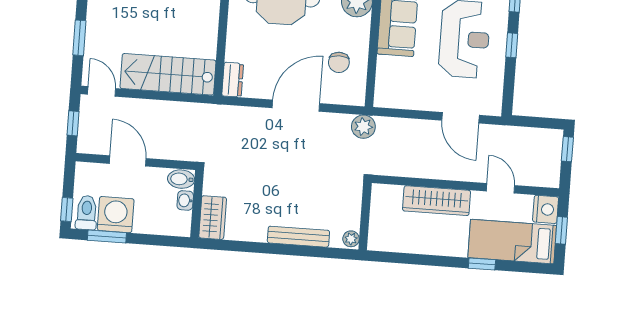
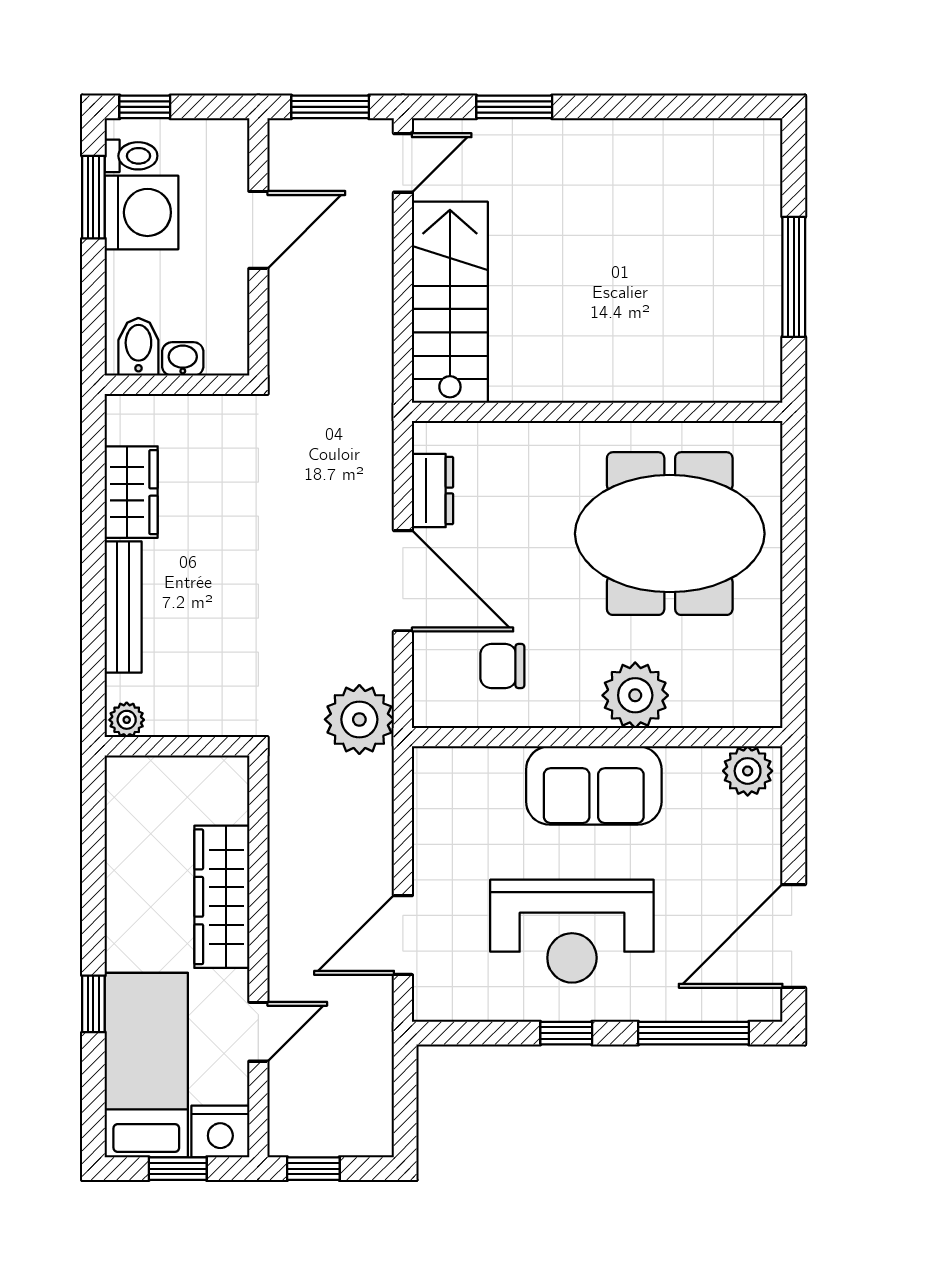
dresser: (233, 80) -> (433, 491), moved, turned -90
window: (73, 123) -> (330, 107), width x1.50
plant: (363, 127) -> (359, 719), width x1.36, depth x1.36
window: (567, 149) -> (313, 1169), moved
bidet: (181, 179) -> (138, 347), moved
toilet: (87, 213) -> (131, 156), width x0.73, depth x0.72
wardrobe: (213, 218) -> (131, 492), moved, turned -90

